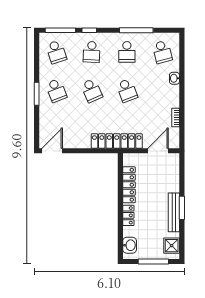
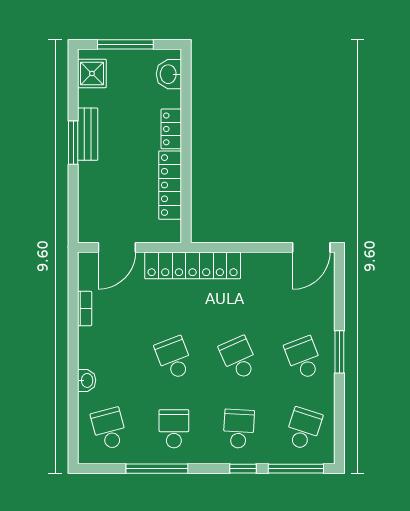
school desk: (56, 52) -> (304, 429), turned 36
bench: (174, 212) -> (88, 134), width x0.73

